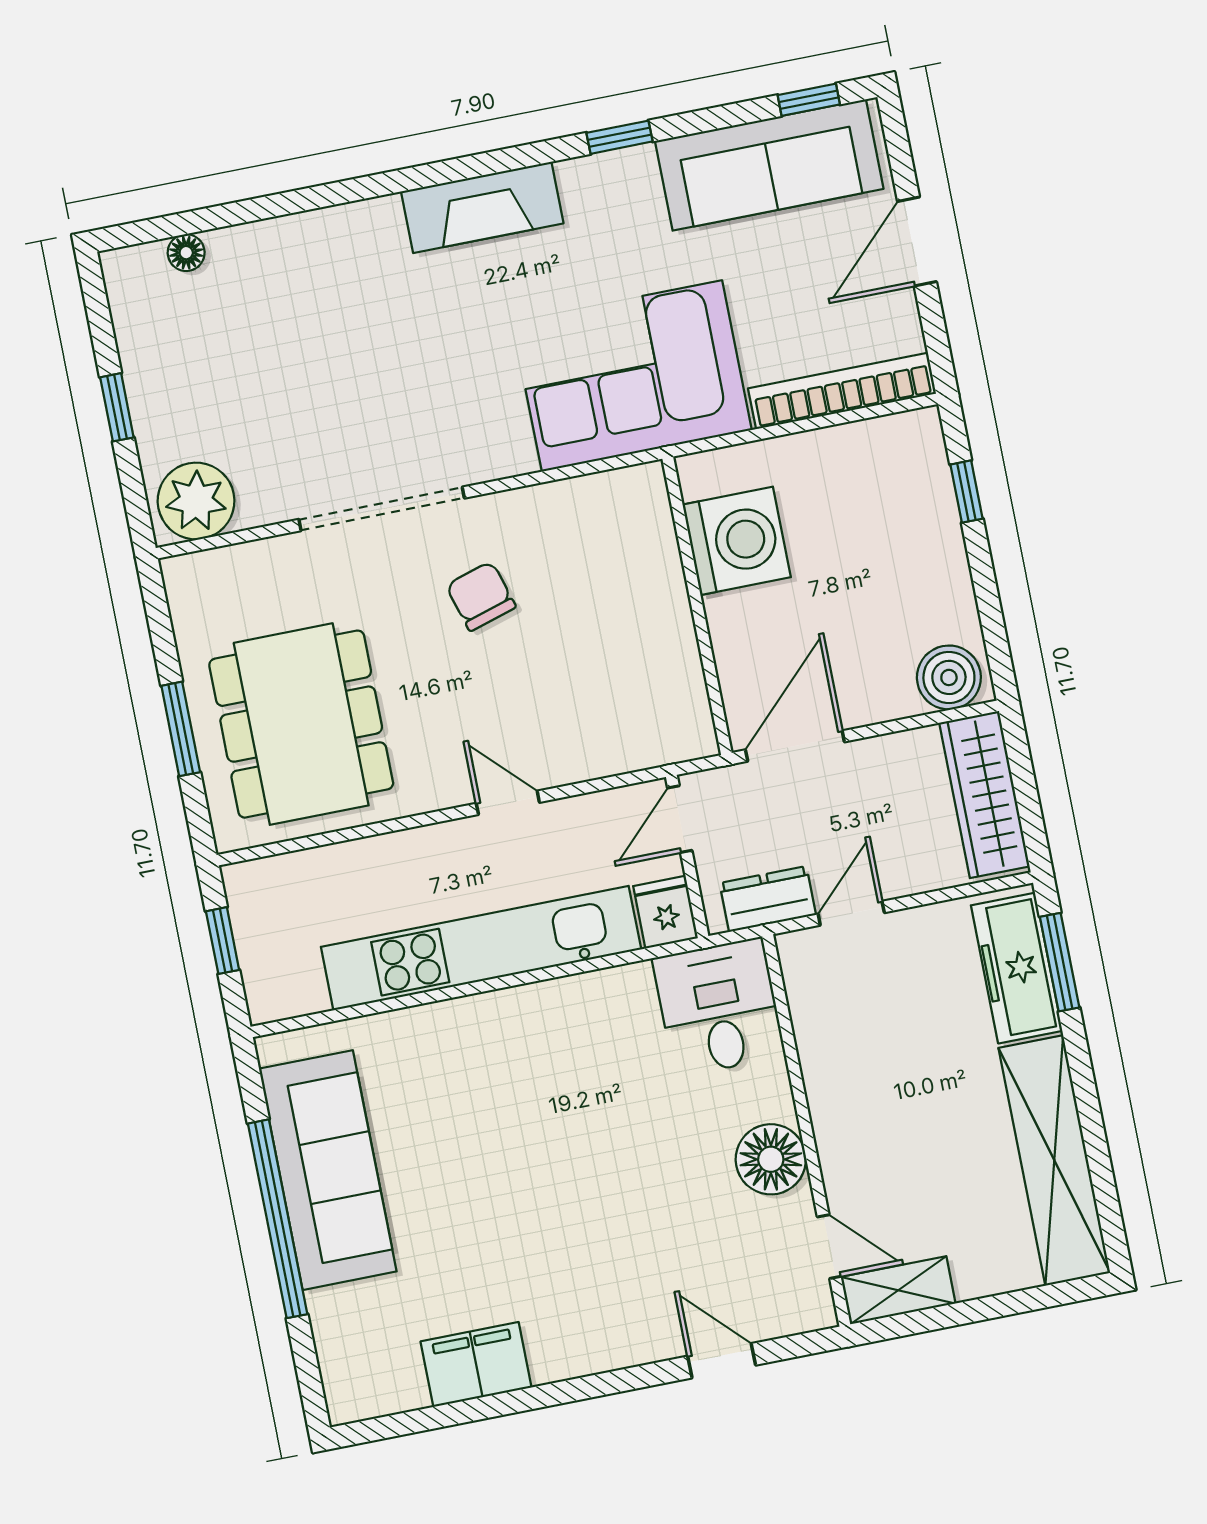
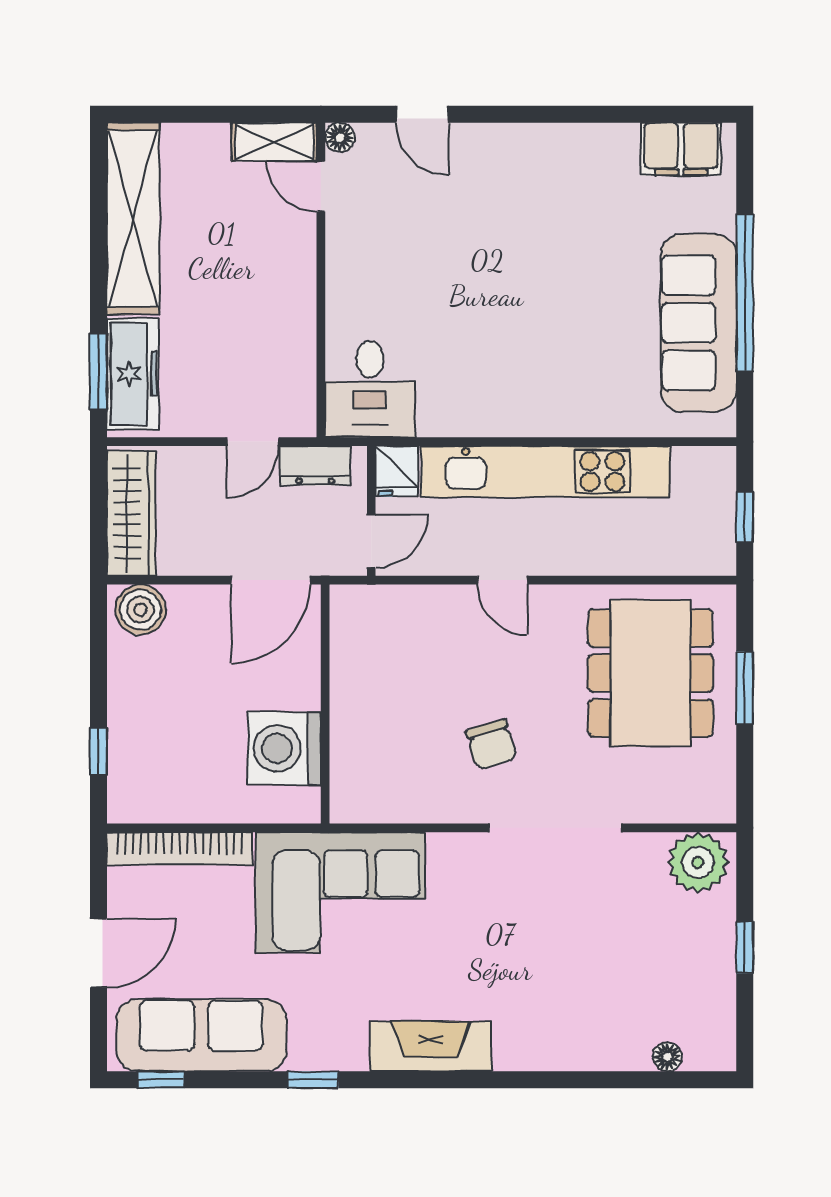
floor lamp: (771, 1159) -> (340, 137), moved, width x0.53, depth x0.53
filing cabinet: (476, 1364) -> (681, 149), moved

